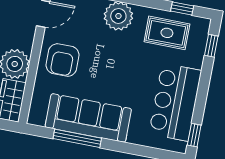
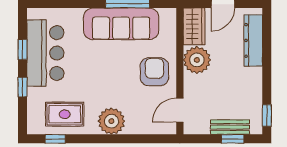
window: (211, 46) -> (22, 87), moved
window: (194, 135) -> (22, 50), moved

